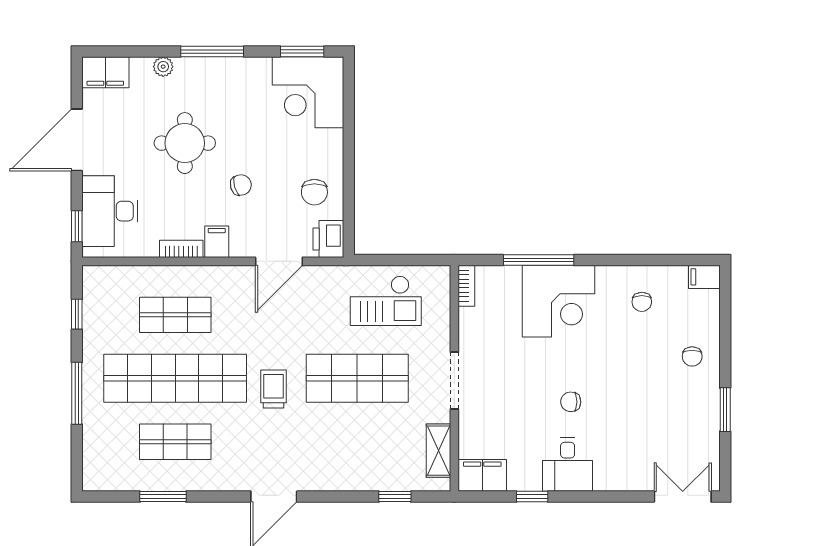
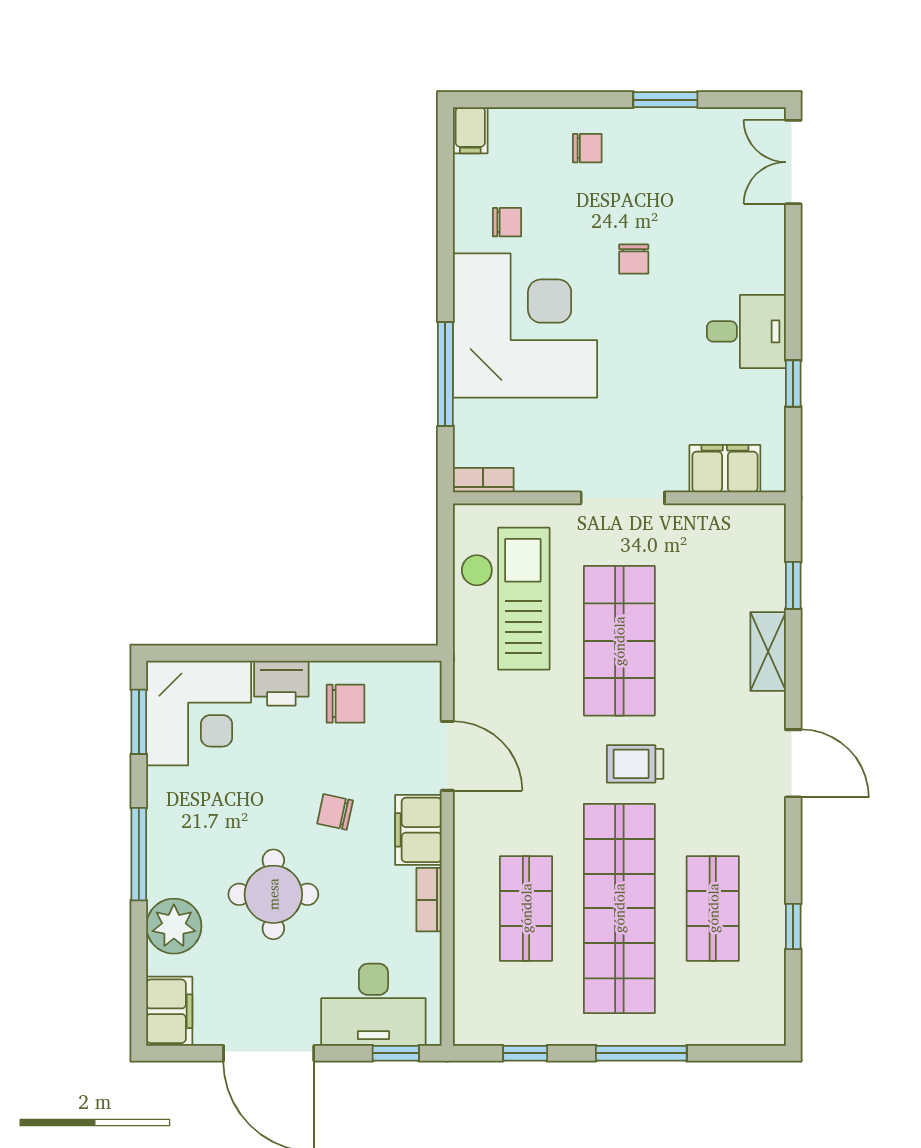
plant: (163, 67) -> (174, 926), width x1.87, depth x1.87
chair: (241, 185) -> (335, 812), turned -62
printer: (328, 239) -> (281, 683), moved
filing cabinet: (217, 242) -> (418, 830), width x2.00
checkout: (386, 301) -> (505, 599), width x1.36, depth x1.21
corner desk: (559, 301) -> (525, 326), width x1.36, depth x1.36
chair: (571, 402) -> (634, 259), moved
shelving: (438, 451) -> (768, 652), moved, turned 90
filing cabinet: (482, 475) -> (725, 469), moved, turned 90
window: (163, 497) -> (793, 926), width x0.67

